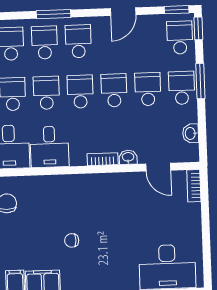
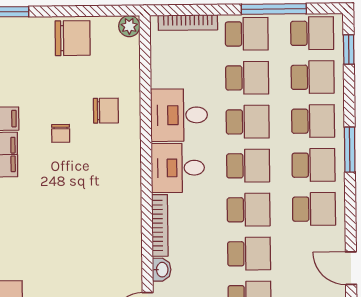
window: (53, 14) -> (350, 150), moved
bookcase: (103, 159) -> (160, 225), width x1.56
chair: (72, 240) -> (61, 133), moved, turned 180

